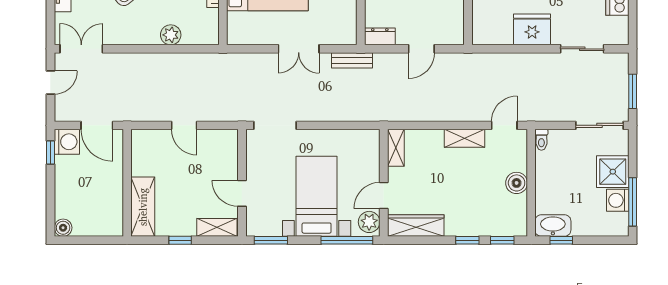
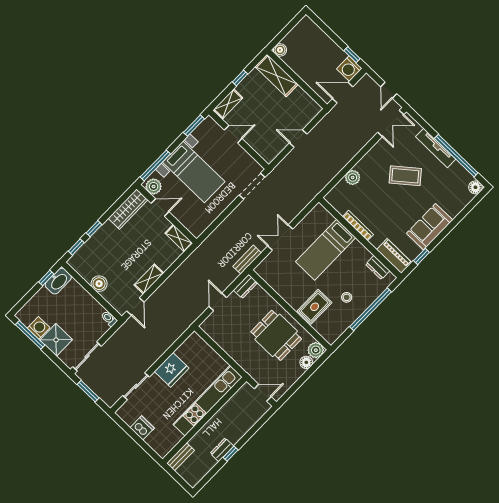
door: (384, 195) -> (160, 208), hinge flipped
boiler: (63, 228) -> (280, 50), moved

